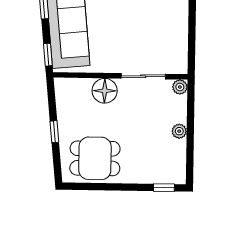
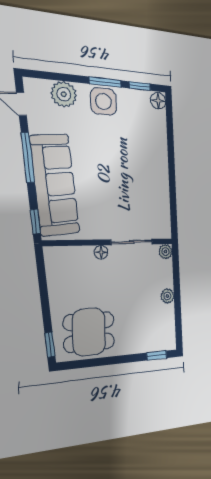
floor lamp: (105, 91) -> (101, 252), width x0.53, depth x0.53
window: (54, 132) -> (50, 345), moved

